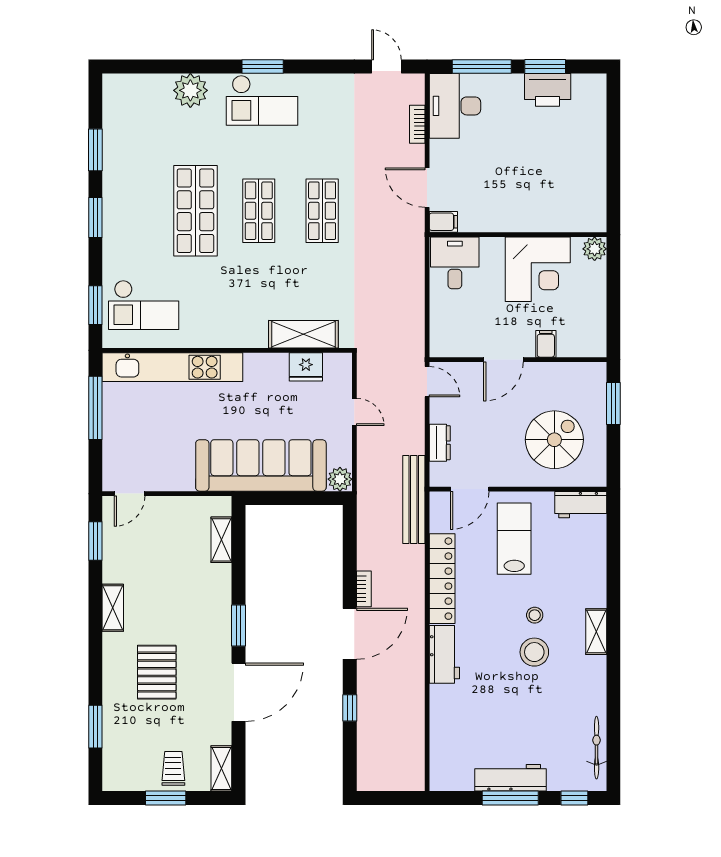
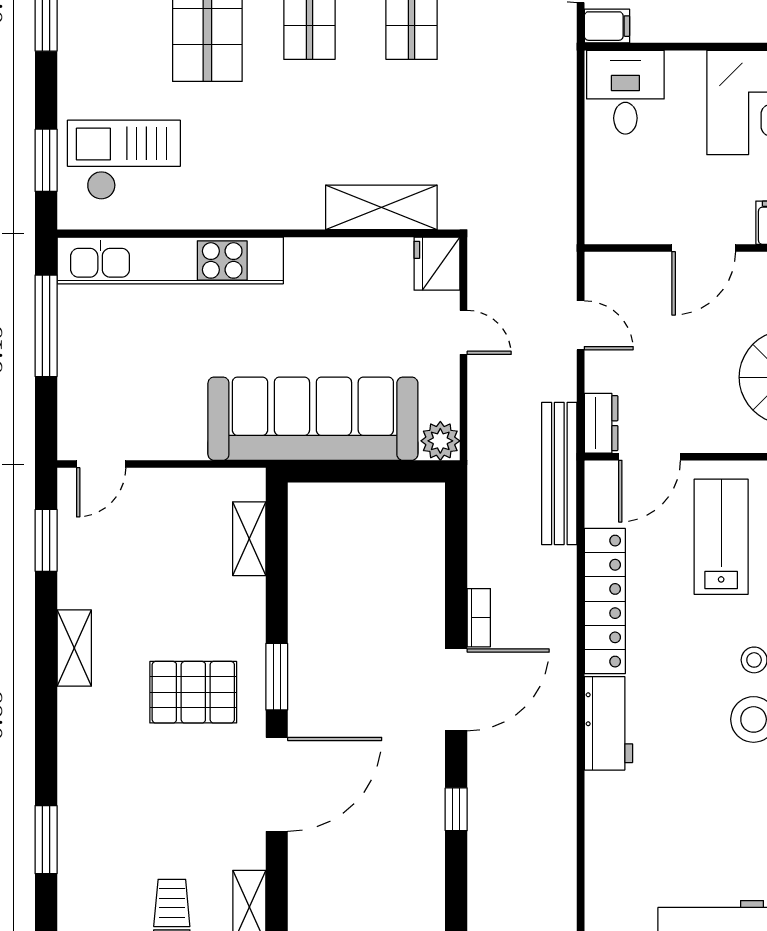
checkout: (144, 305) -> (124, 160), turned 180
fridge: (306, 367) -> (437, 264), moved, turned 90
door: (427, 382) -> (581, 325), moved
dresser: (440, 443) -> (601, 423), moved
pallet: (157, 672) -> (193, 692), moved, turned 90

